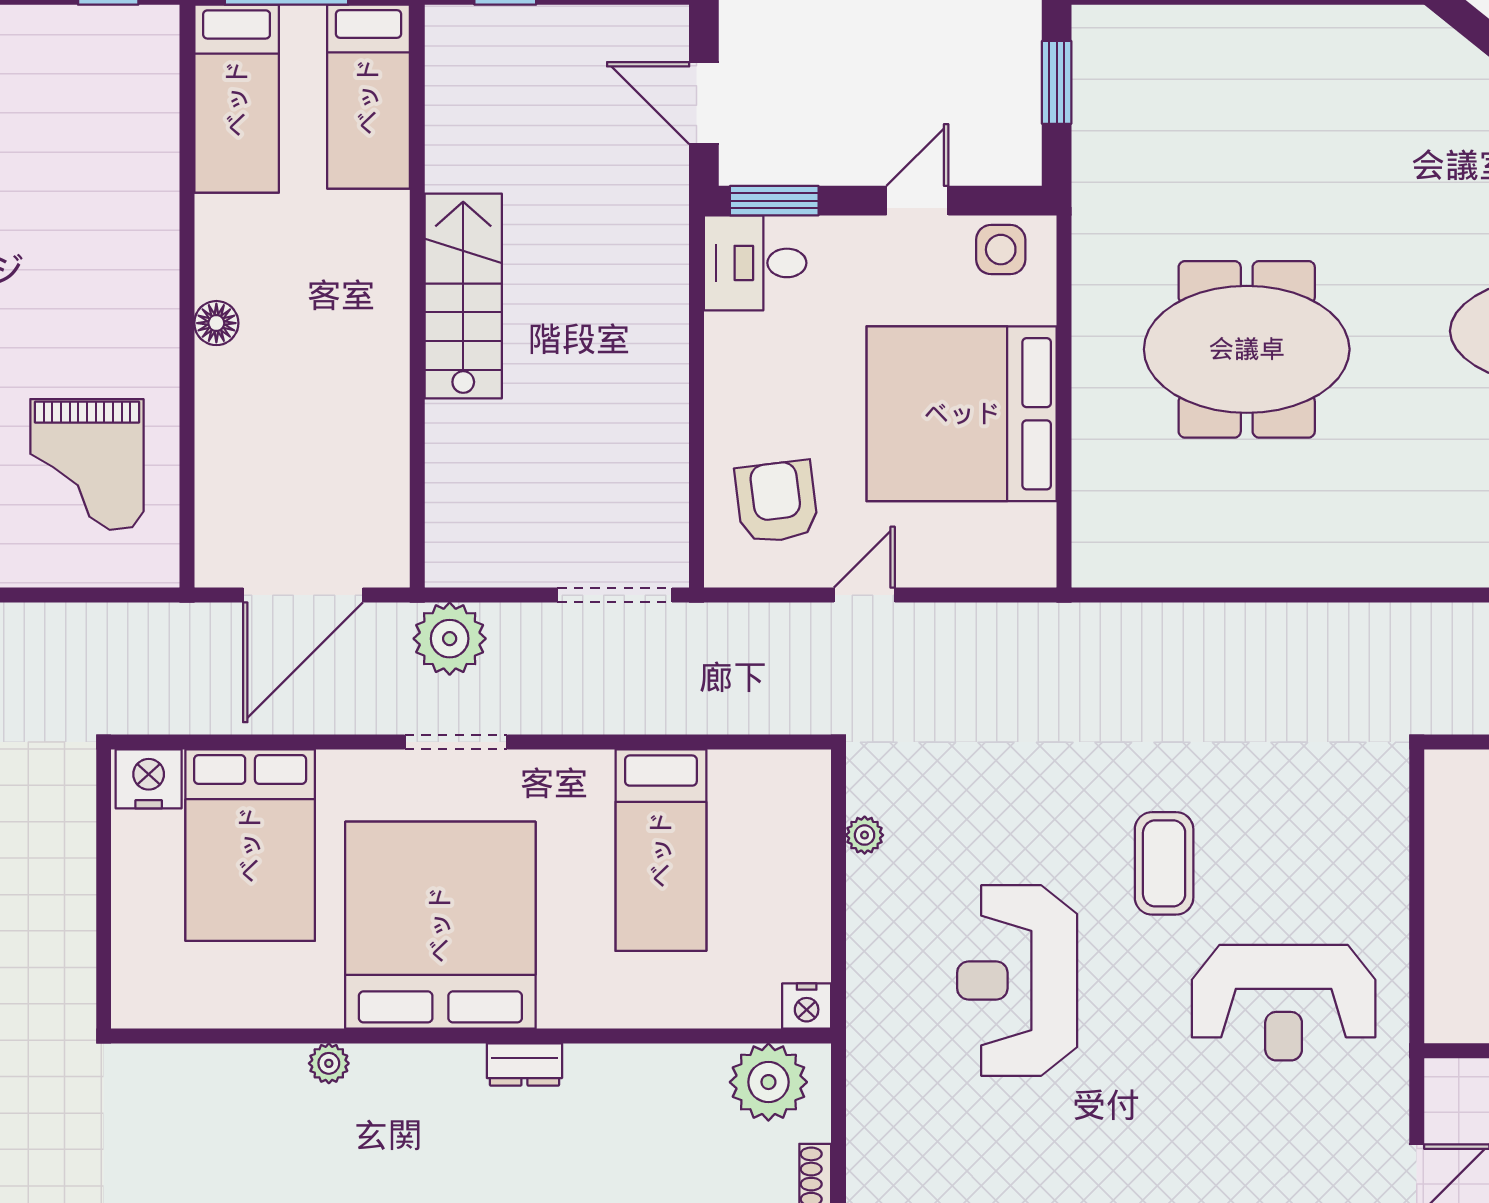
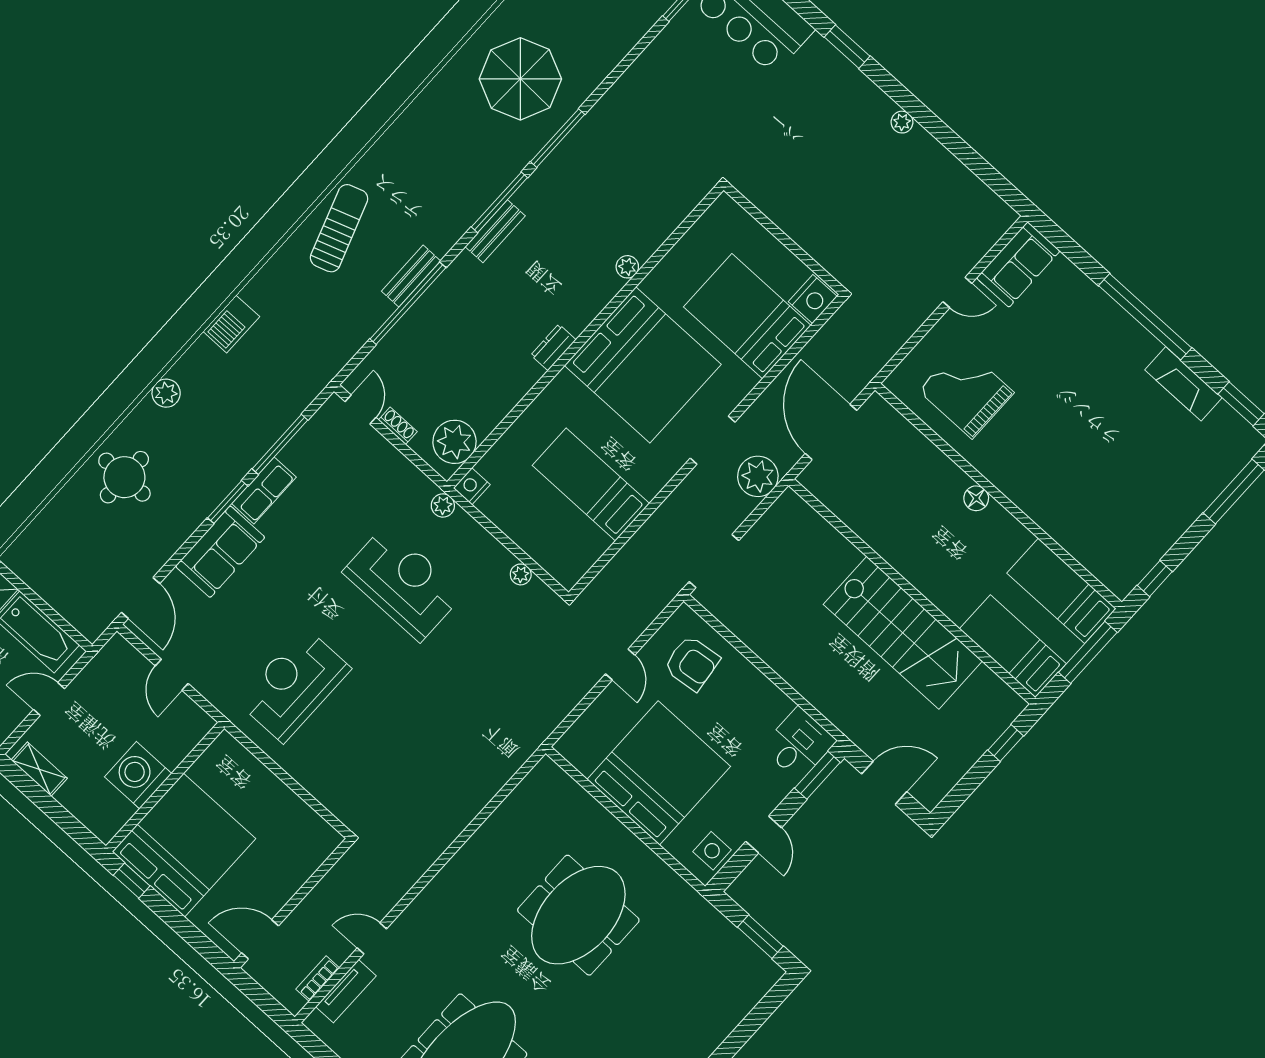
stairs: (463, 296) -> (903, 633), width x1.36, depth x1.51
coffee table: (1164, 863) -> (396, 688), removed
plant: (867, 1021) -> (443, 505), added

